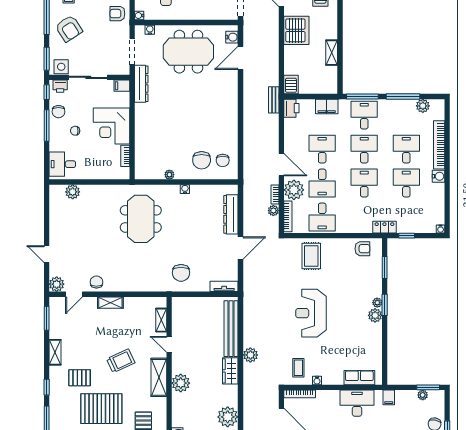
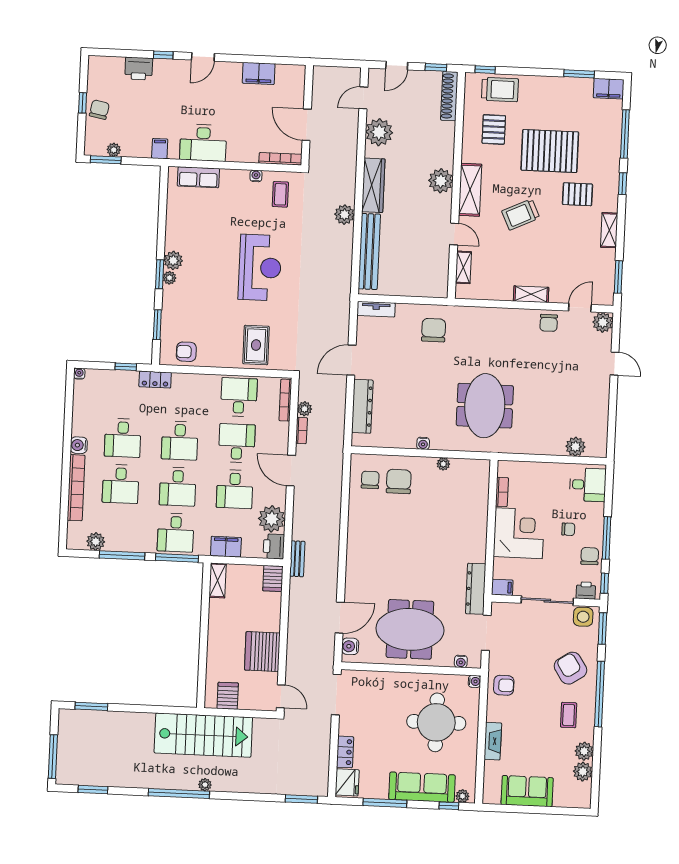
shelving: (332, 53) -> (218, 580), moved
plant: (294, 190) -> (272, 519), moved
wardrobe: (230, 371) -> (373, 185), width x1.50

